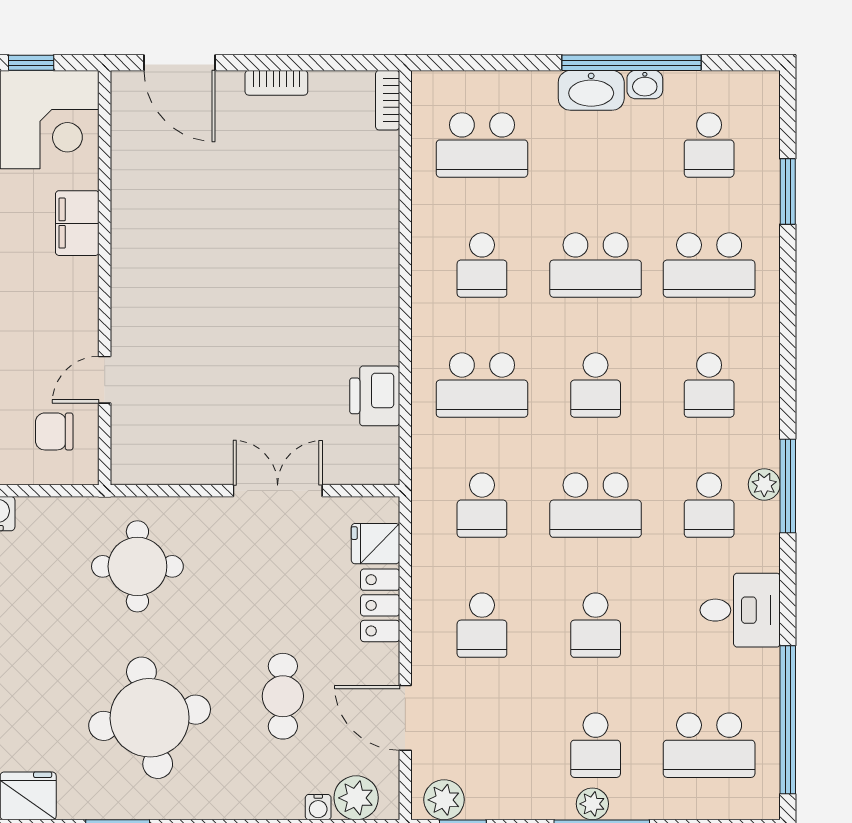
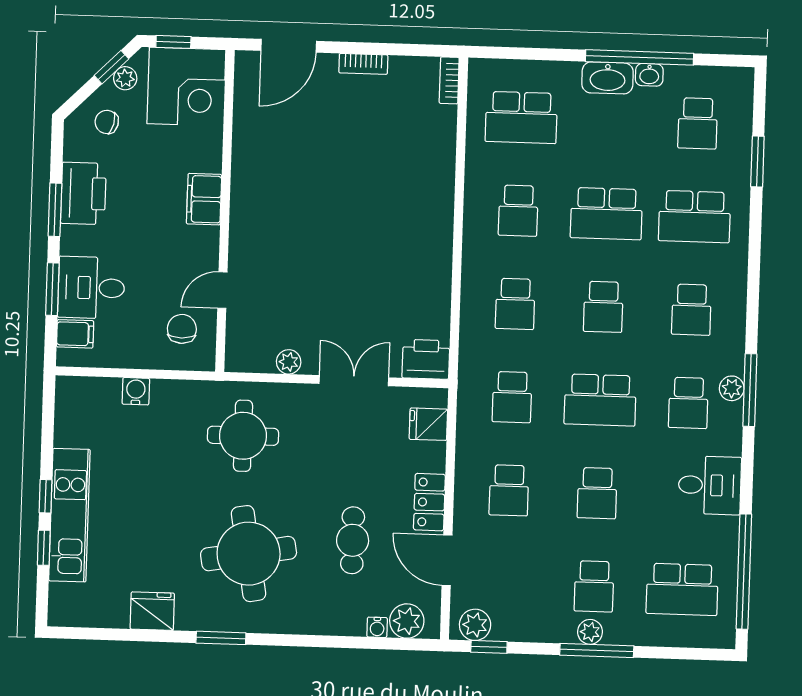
door: (180, 63) -> (289, 46), hinge flipped
filing cabinet: (77, 223) -> (204, 199), moved
school desk: (482, 385) -> (515, 304), width x0.54
printer: (375, 396) -> (426, 359), moved, turned 90
chair: (54, 431) -> (182, 329), turned 90
plant: (193, 469) -> (289, 362), added
locker: (380, 605) -> (429, 502), moved

